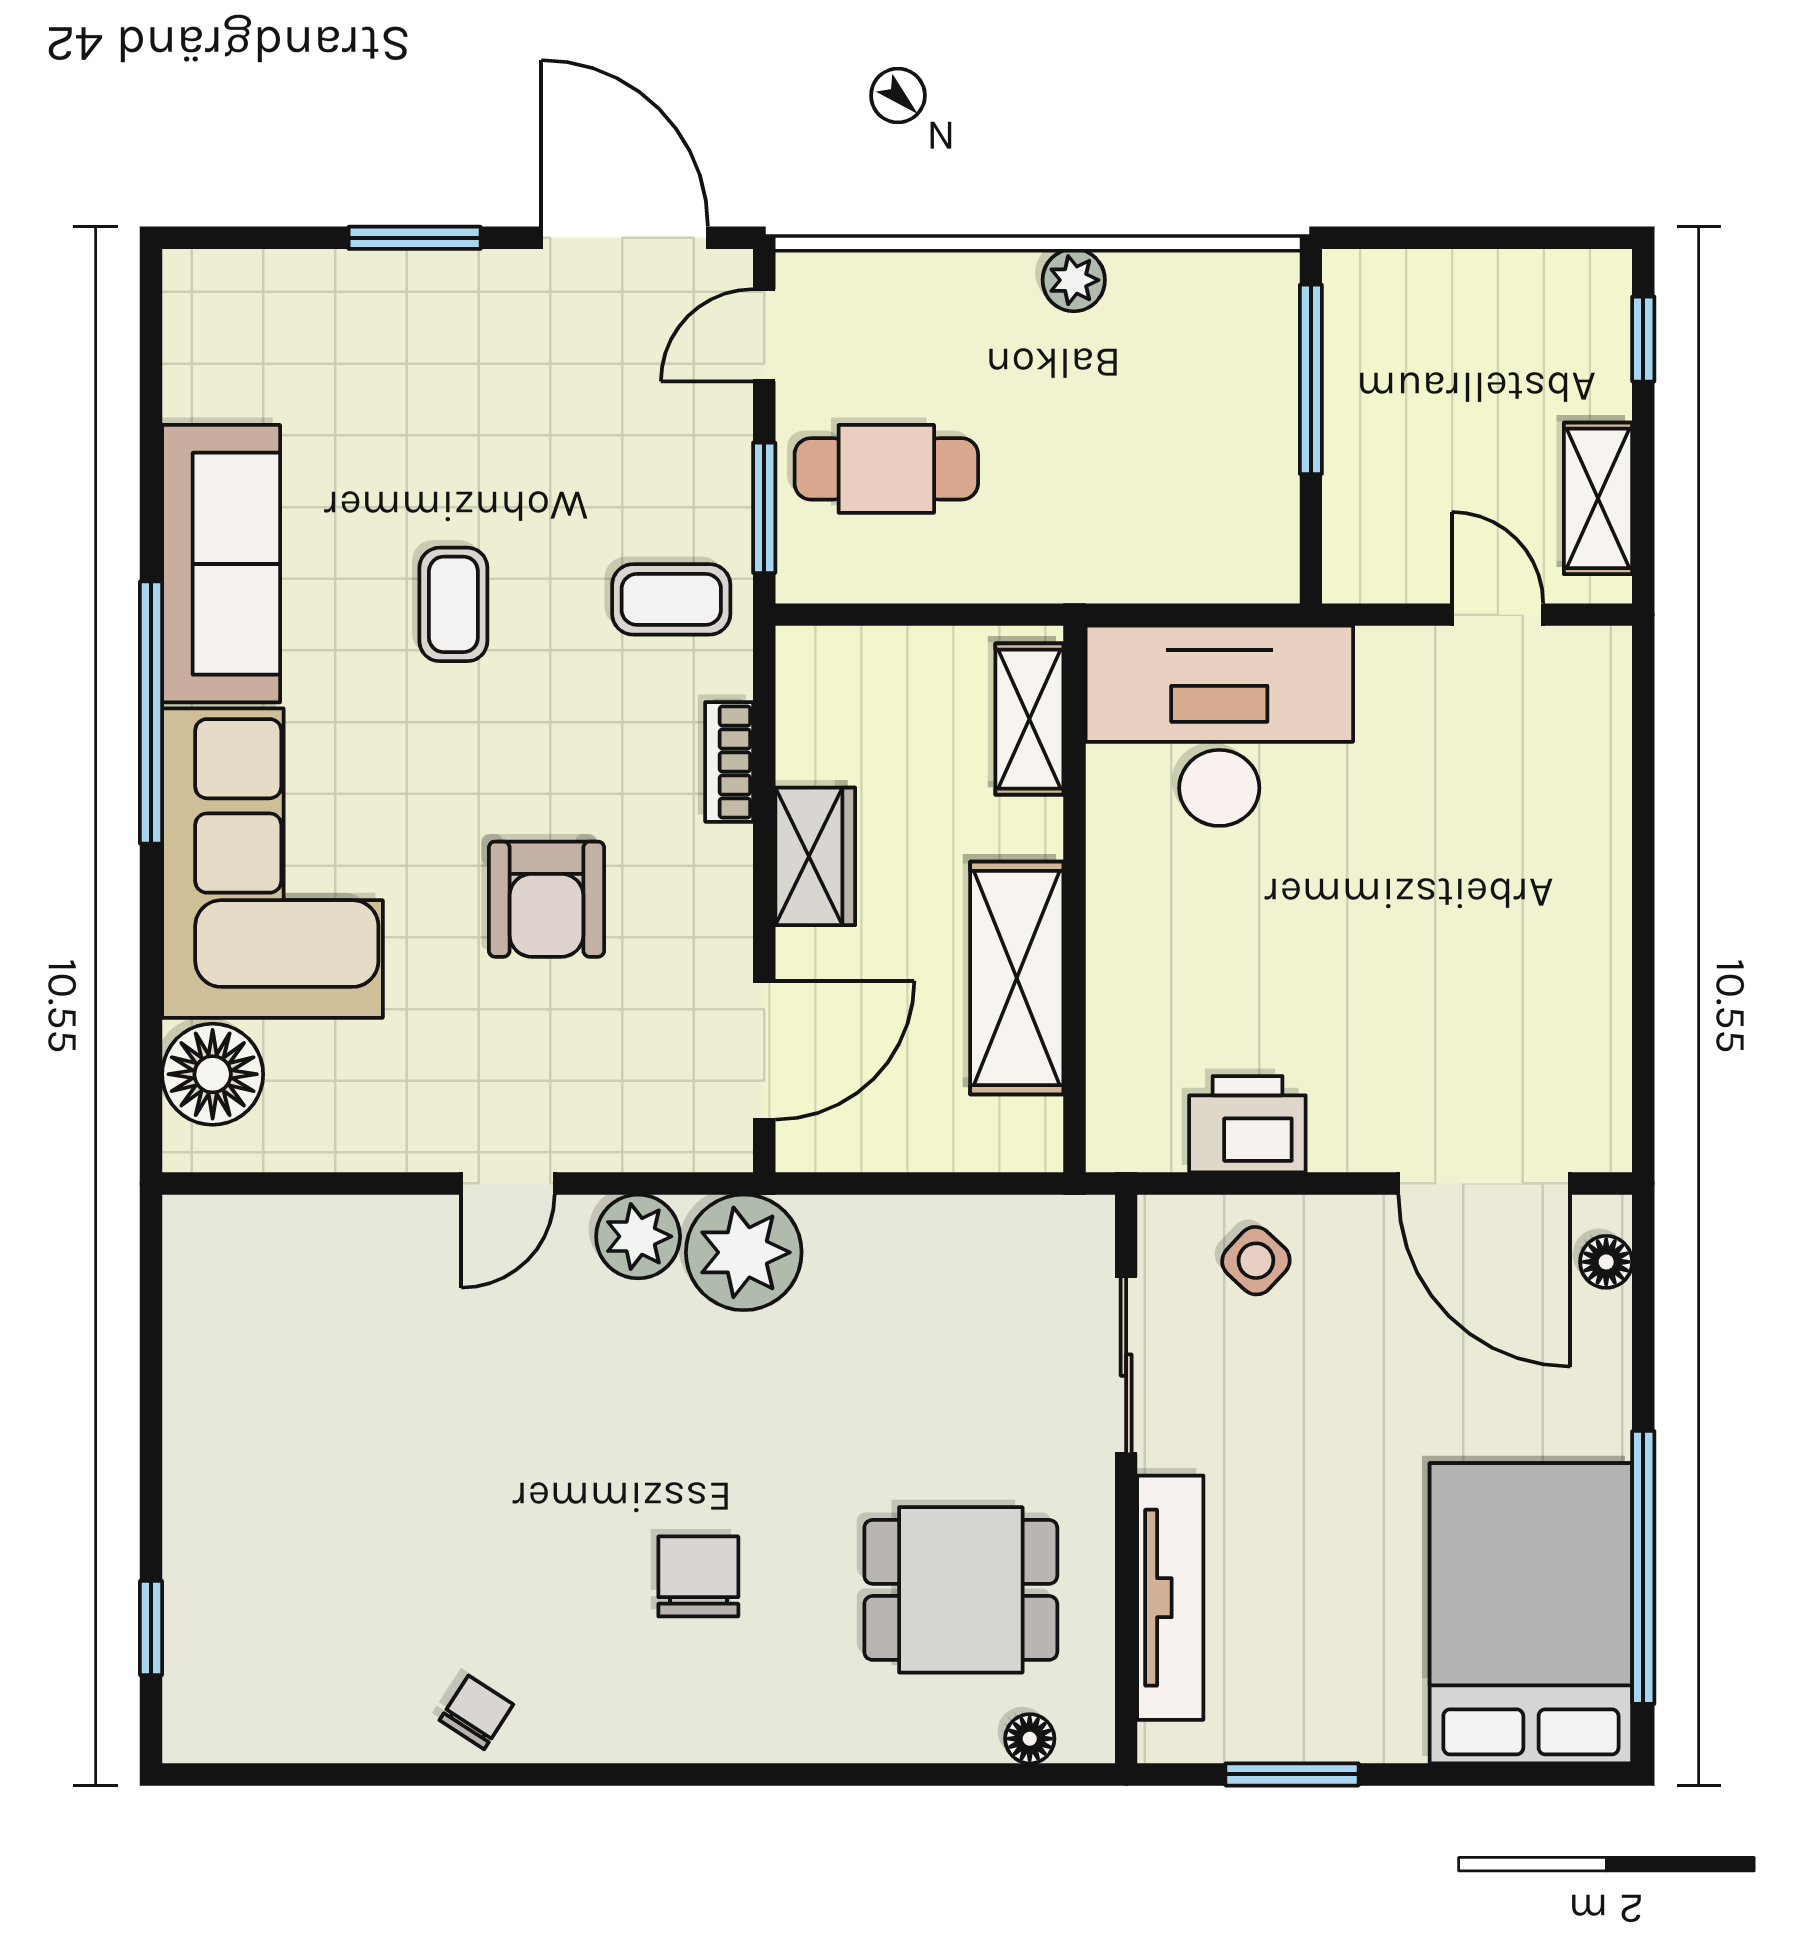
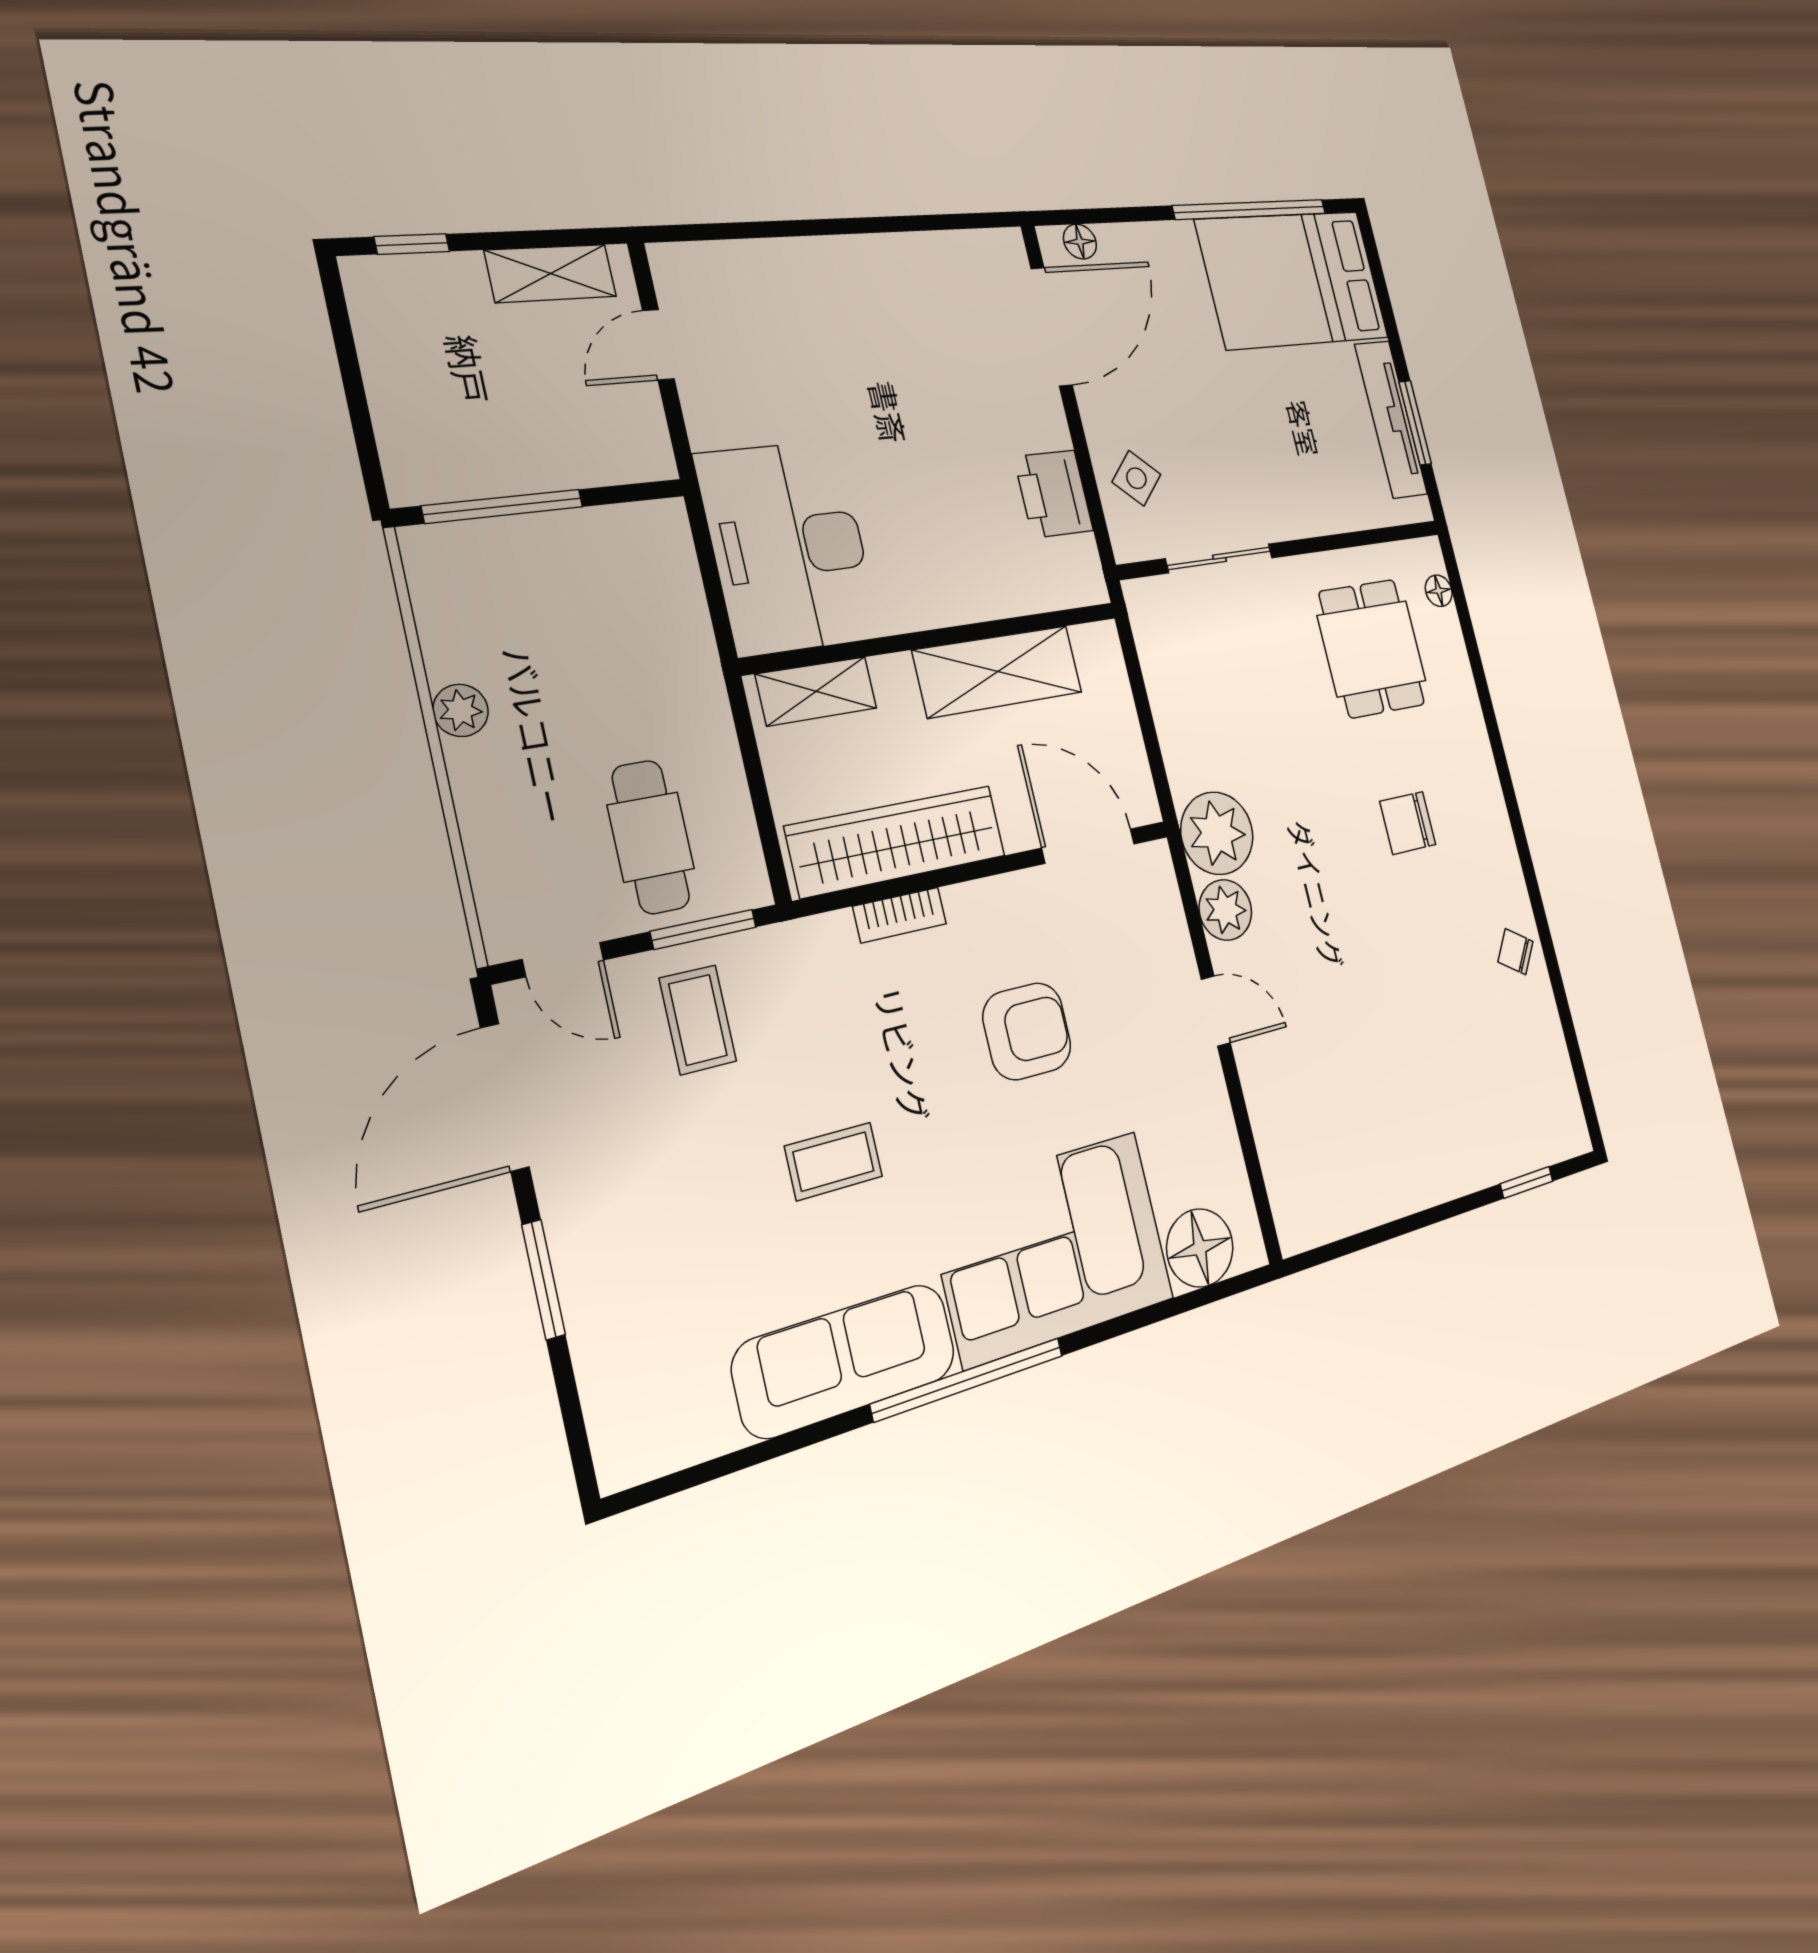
coffee table: (671, 599) -> (698, 1020), moved
wardrobe: (815, 856) -> (897, 841), width x2.10, depth x1.17
tv unit: (1170, 1598) -> (1391, 419), moved, turned -90

